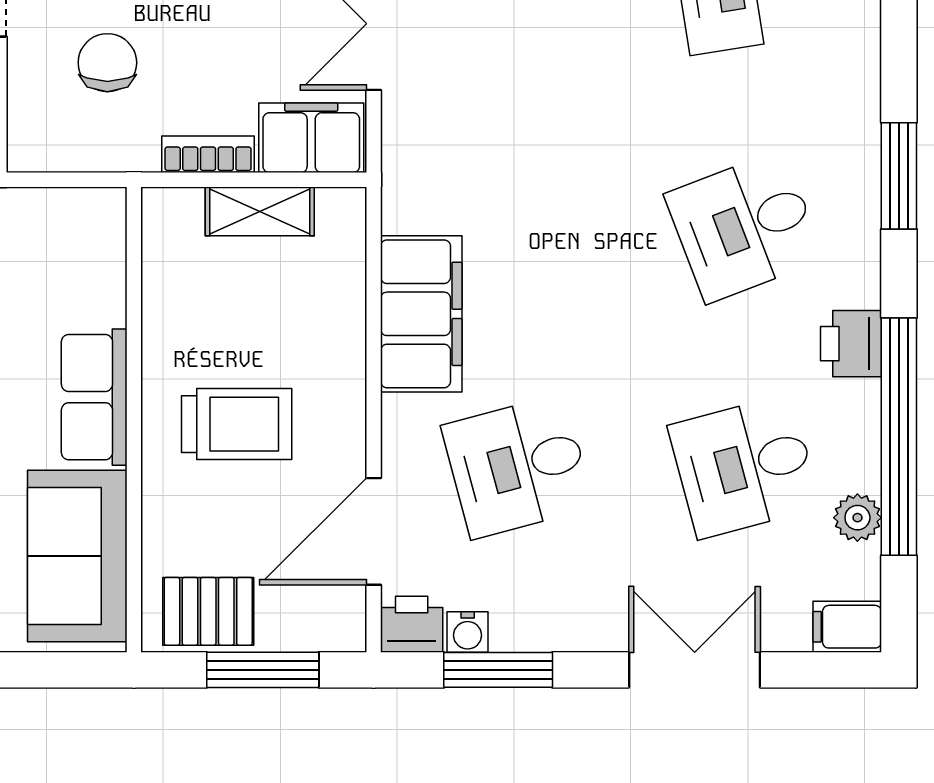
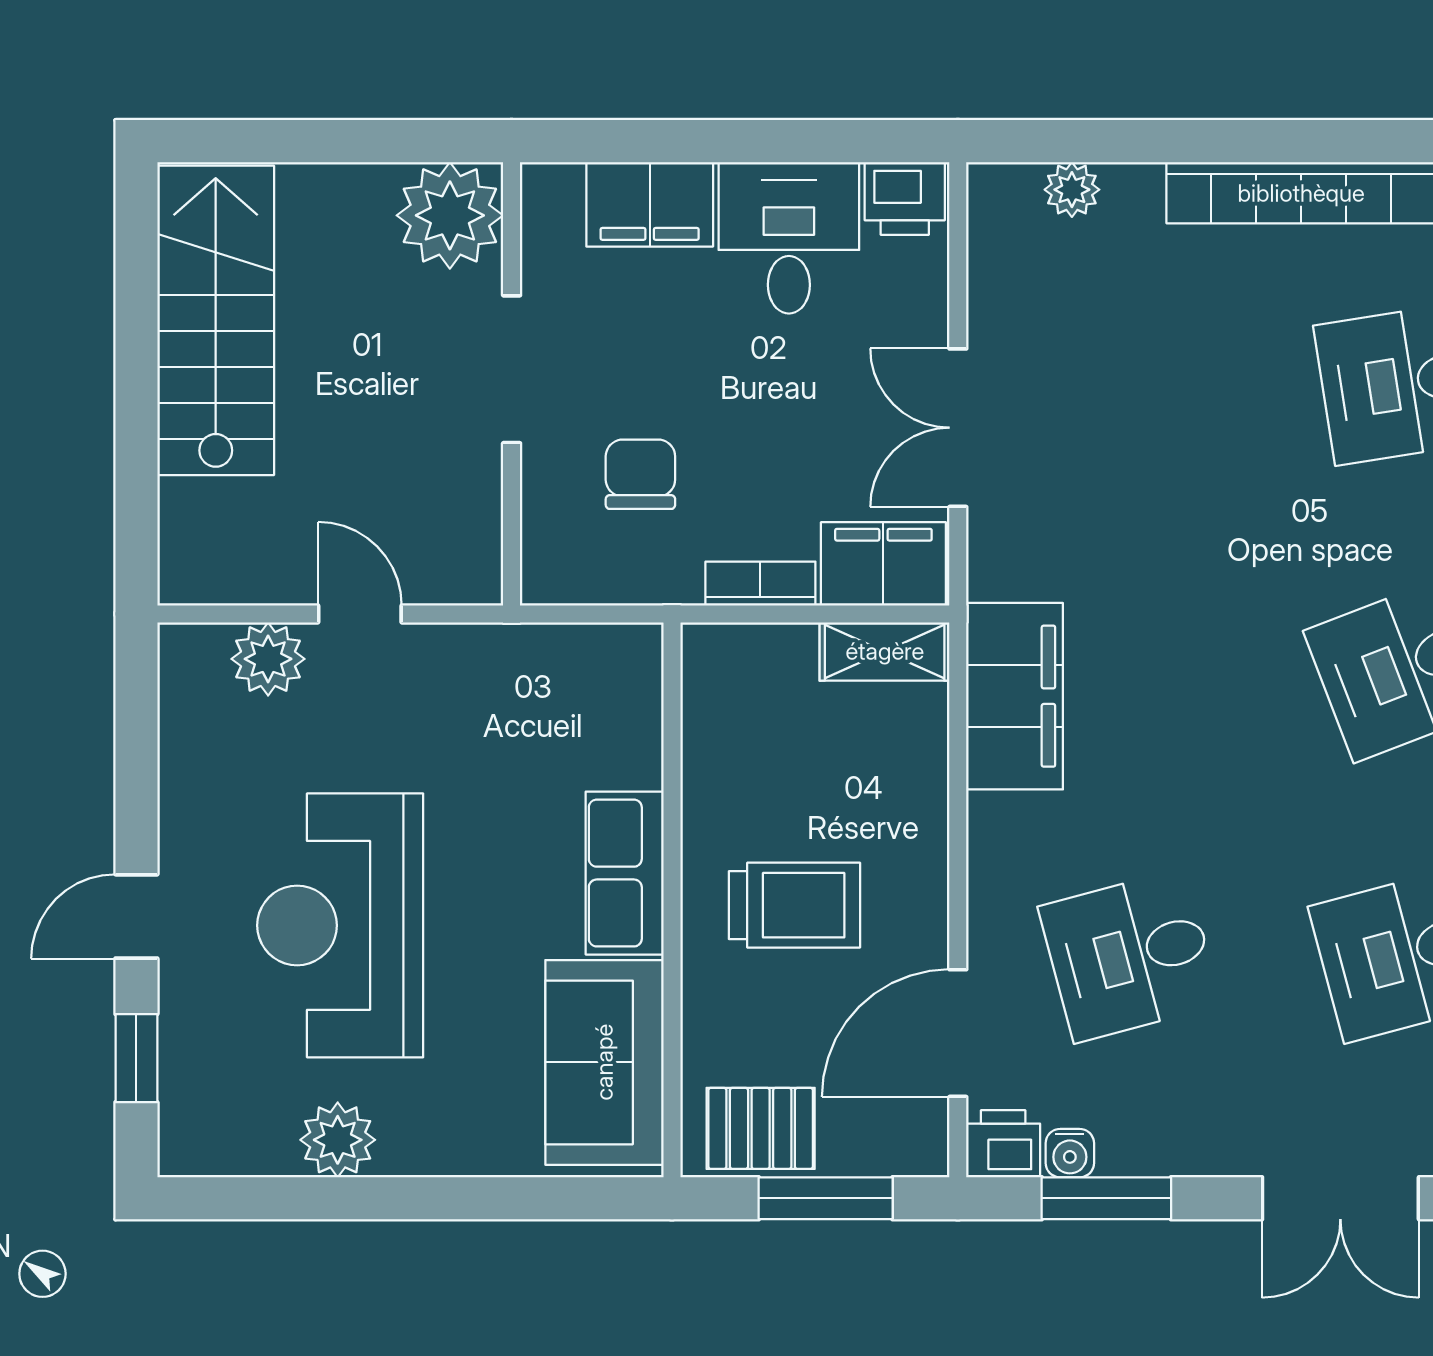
shelving: (260, 211) -> (885, 651), moved
filing cabinet: (421, 314) -> (1015, 696), moved
double door: (695, 670) -> (1340, 1198), swing flipped

